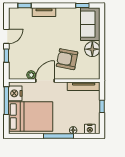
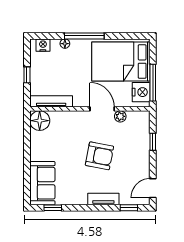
door: (6, 36) -> (153, 188), moved
floor lamp: (92, 49) -> (40, 121), moved
armchair: (67, 59) -> (99, 156), moved
door: (45, 81) -> (102, 109), swing flipped

